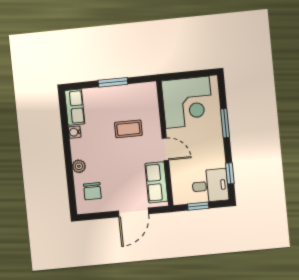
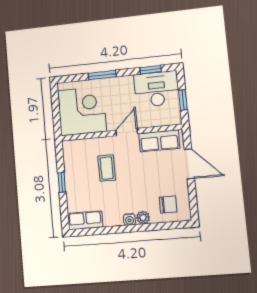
window: (113, 82) -> (62, 182), width x0.67
water cooler: (75, 132) -> (129, 219), moved
desk: (210, 186) -> (157, 89), width x1.37

